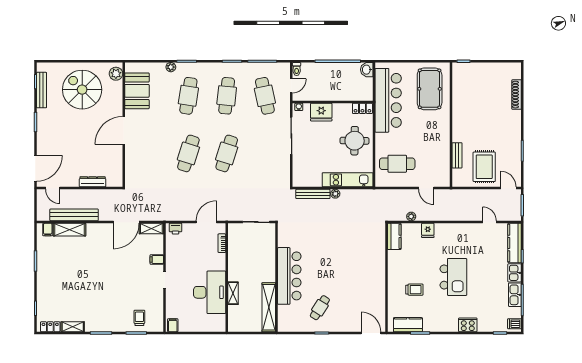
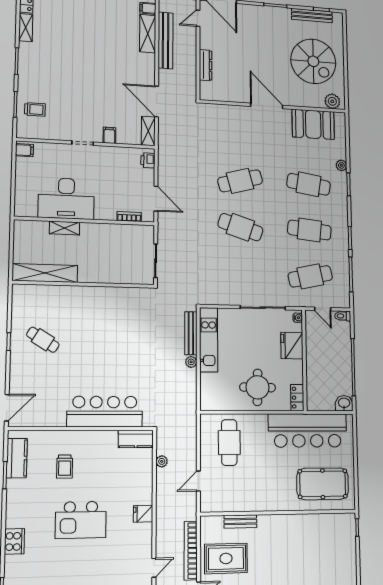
spiral stairs: (82, 90) -> (313, 61), turned 90
cafe table: (188, 153) -> (240, 181), turned -33
kitchen unit: (348, 180) -> (209, 340), moved
bookcase: (478, 194) -> (191, 551), added
fridge: (428, 230) -> (143, 514), moved
bar counter: (289, 276) -> (105, 412), moved, turned 180

